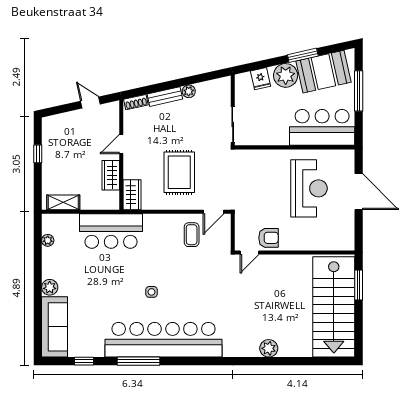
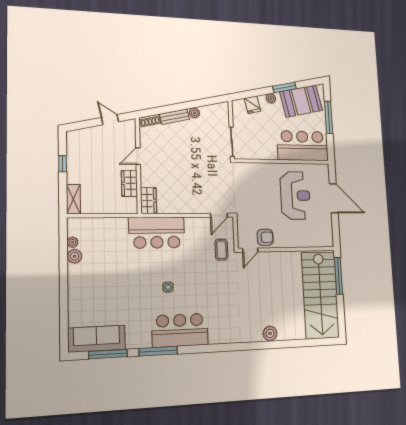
plant: (286, 75) -> (271, 98), width x0.53, depth x0.53
rug: (179, 172) -> (189, 181), removed
shelving: (63, 202) -> (73, 199), moved, turned 90
bar counter: (111, 231) -> (157, 233), moved
coffee table: (192, 235) -> (221, 250), moved
window: (359, 285) -> (339, 276), width x1.44
plant: (50, 287) -> (75, 256), moved
sofa: (55, 327) -> (97, 339), moved, turned -90
bar counter: (164, 340) -> (180, 330), width x0.54
window: (84, 361) -> (108, 354), width x2.17

